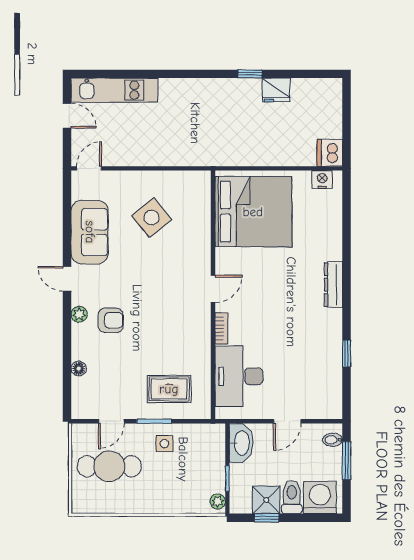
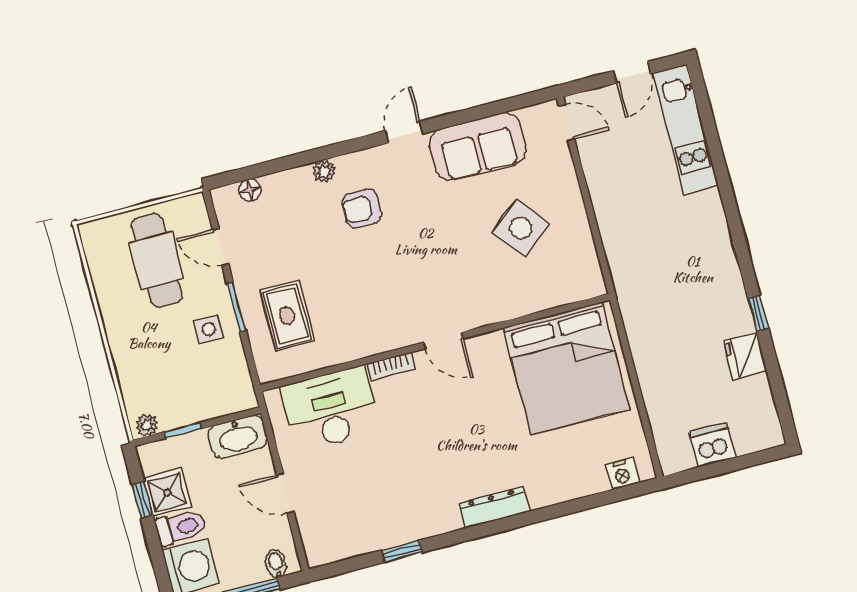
dishwasher: (330, 153) -> (713, 445), moved
nightstand: (322, 179) -> (622, 474), moved, turned 90
plant: (79, 314) -> (324, 171), moved
armchair: (111, 320) -> (362, 209), turned 90
floor lamp: (79, 369) -> (250, 190), moved

